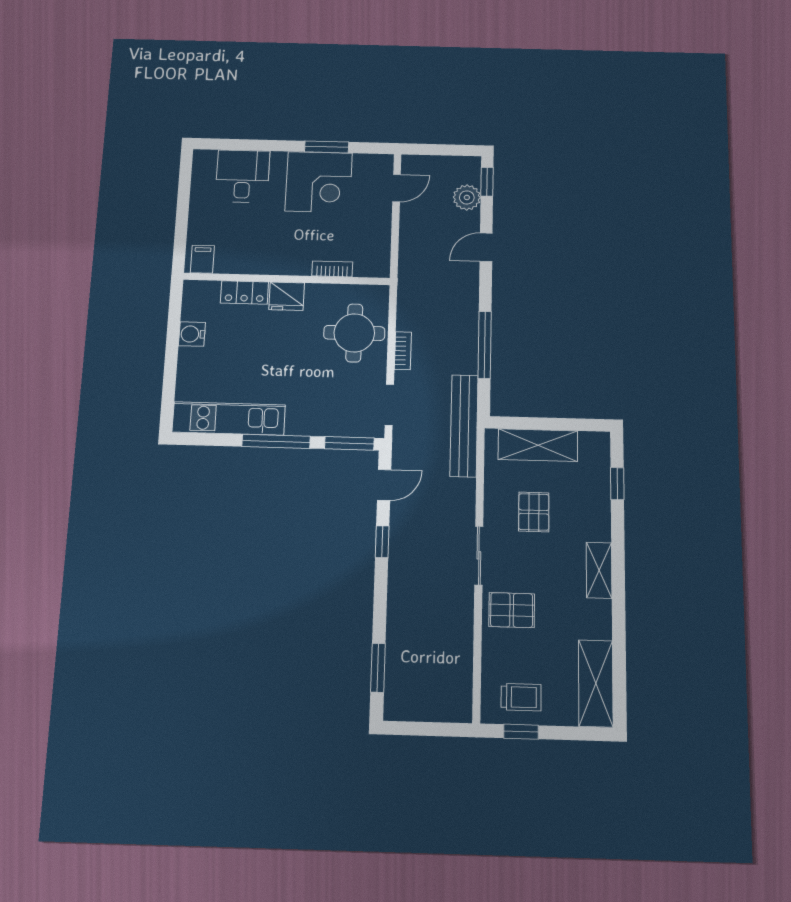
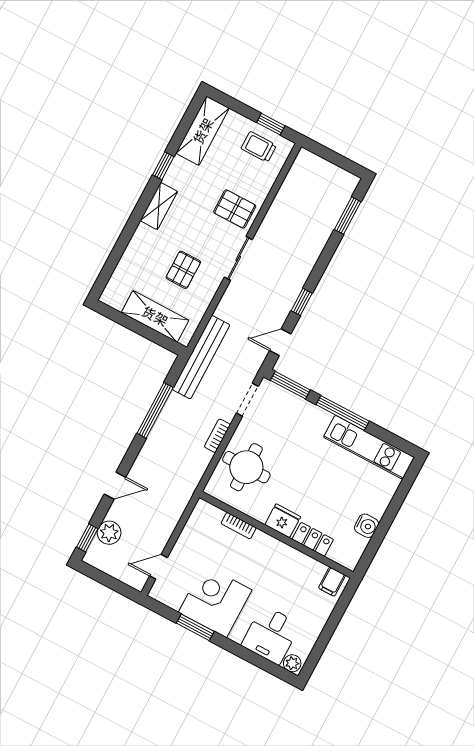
plant: (206, 159) -> (292, 663), added
window: (617, 484) -> (163, 166), moved

